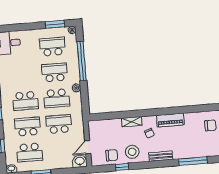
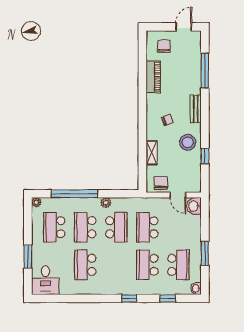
window: (55, 24) -> (28, 257), moved
school desk: (25, 101) -> (85, 265), moved, turned 180
piano: (170, 120) -> (153, 77), moved
shelving: (132, 122) -> (152, 153), moved
chair: (112, 155) -> (161, 183), moved

